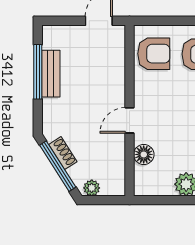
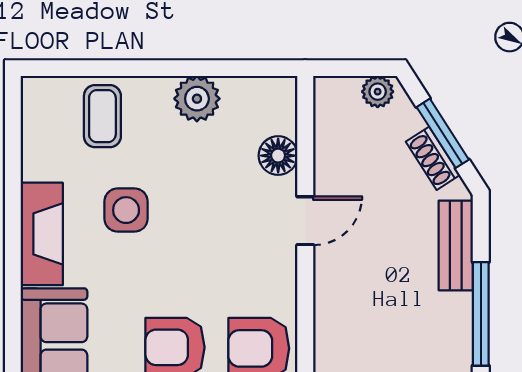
bench: (51, 74) -> (456, 245), moved
window: (58, 166) -> (443, 133), width x0.69

